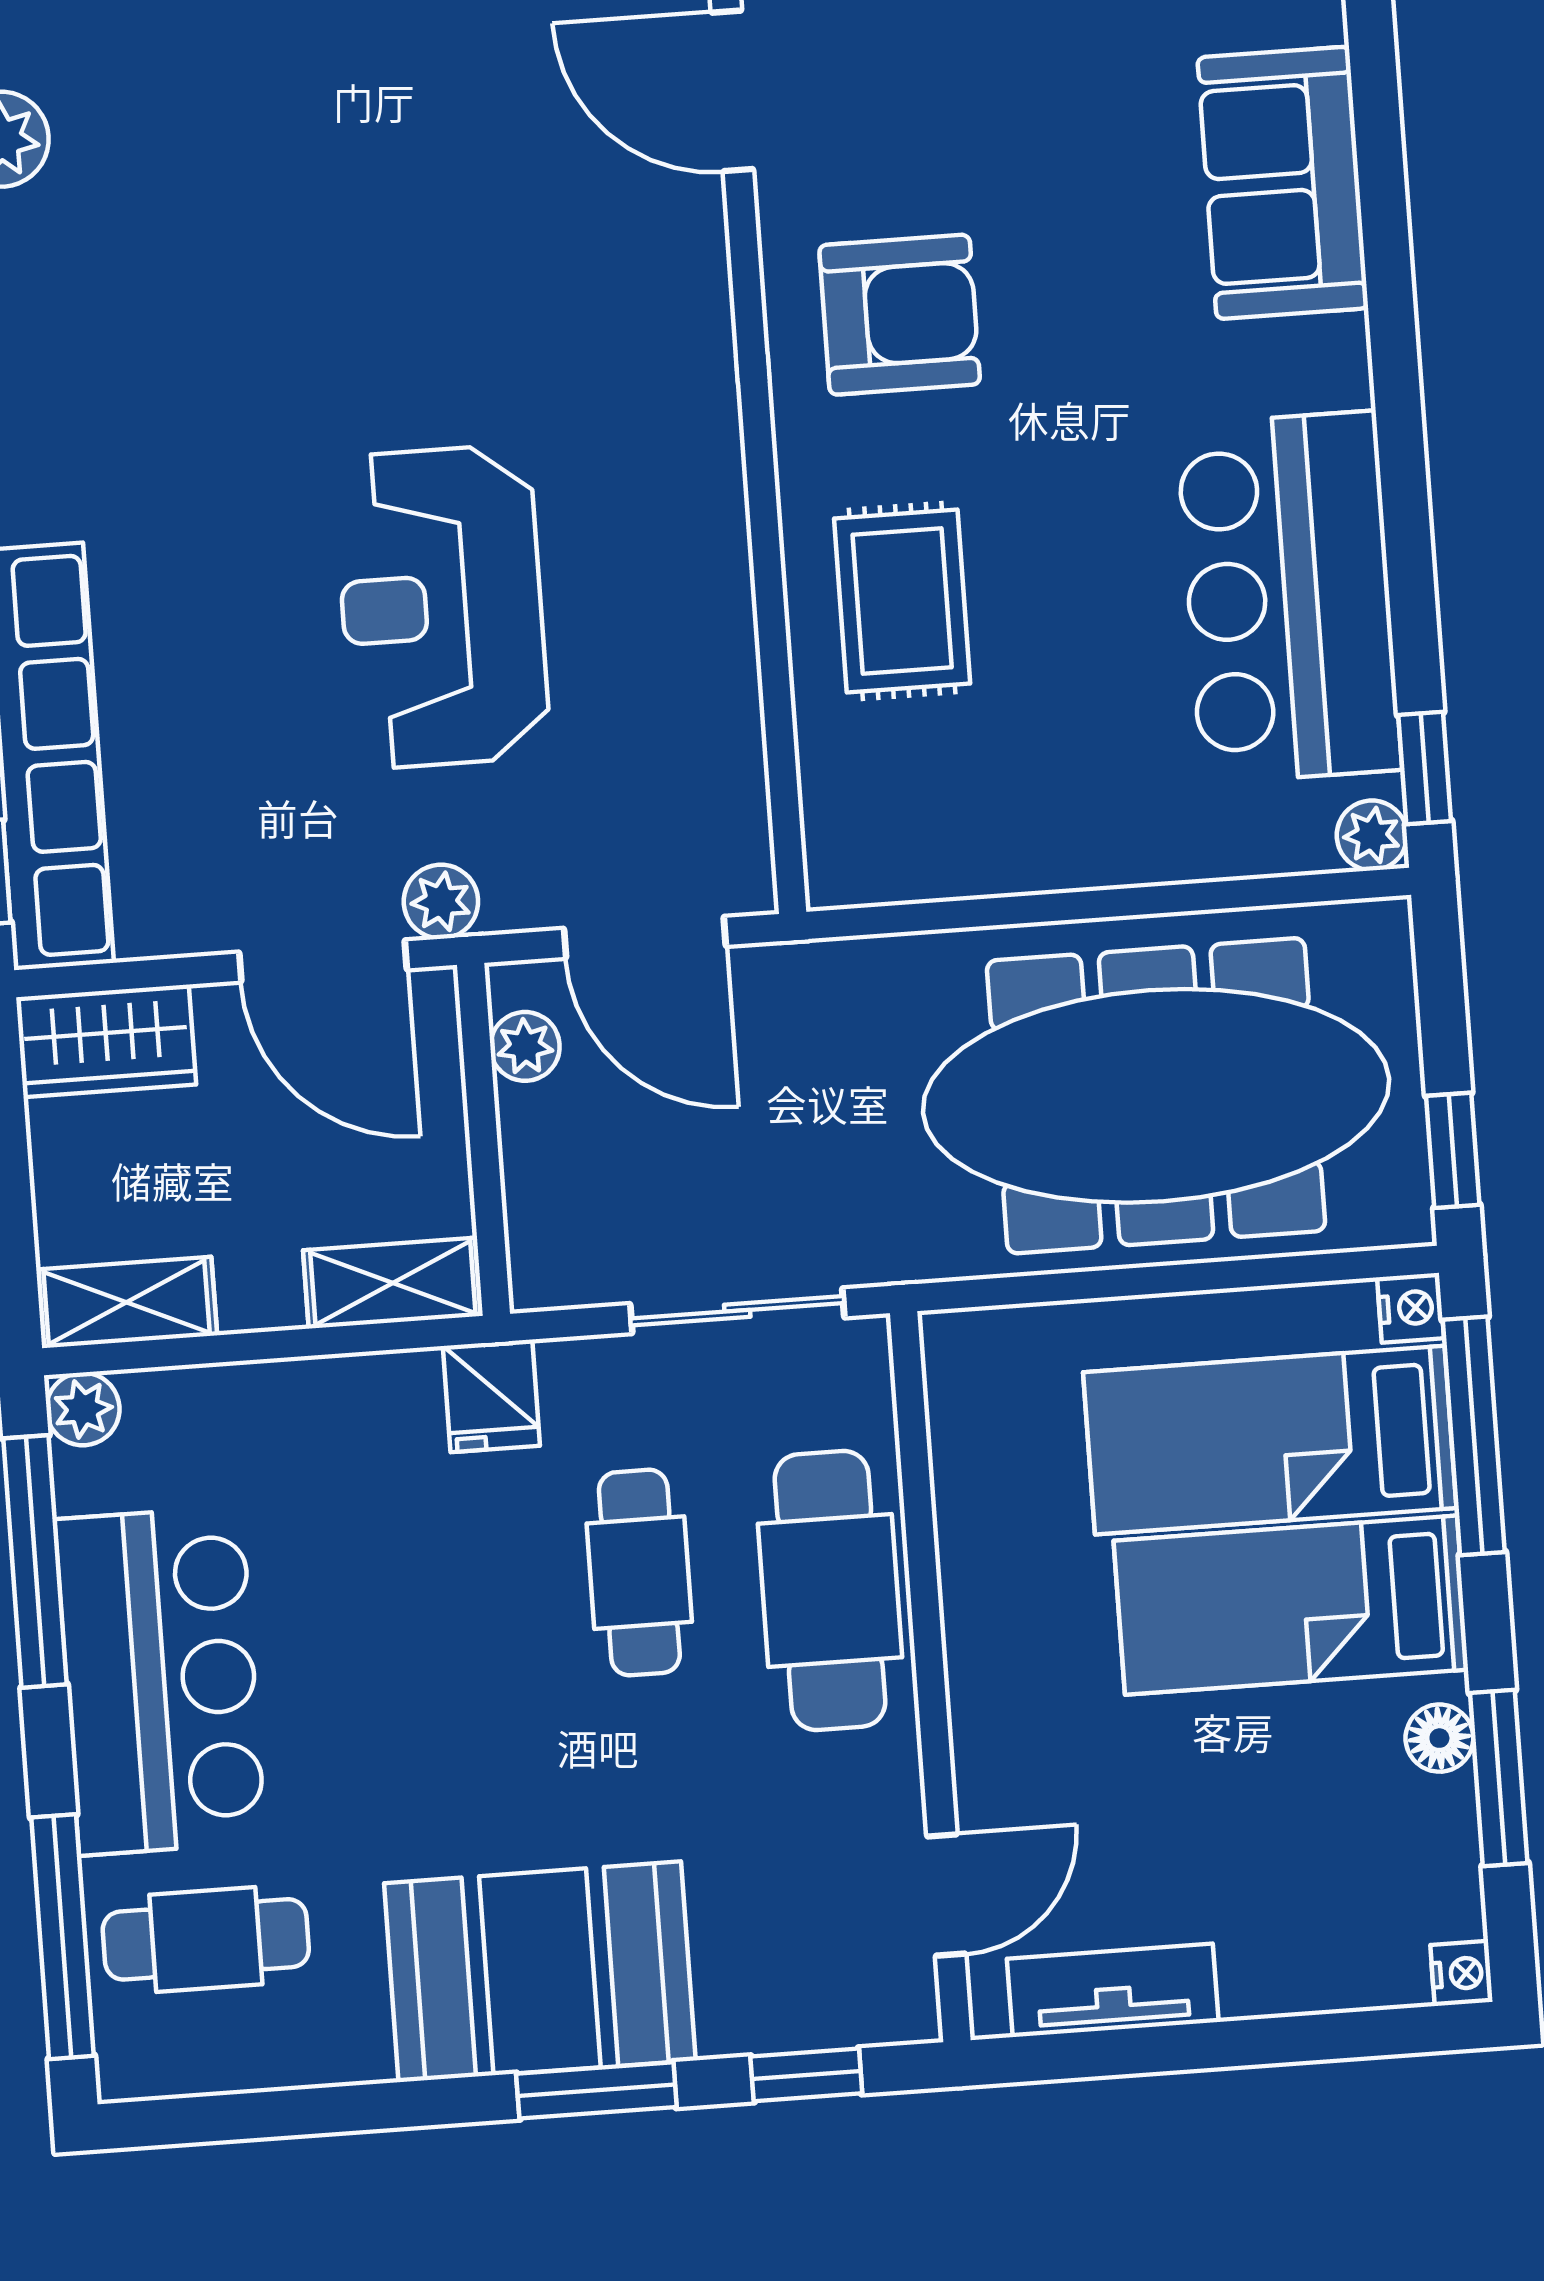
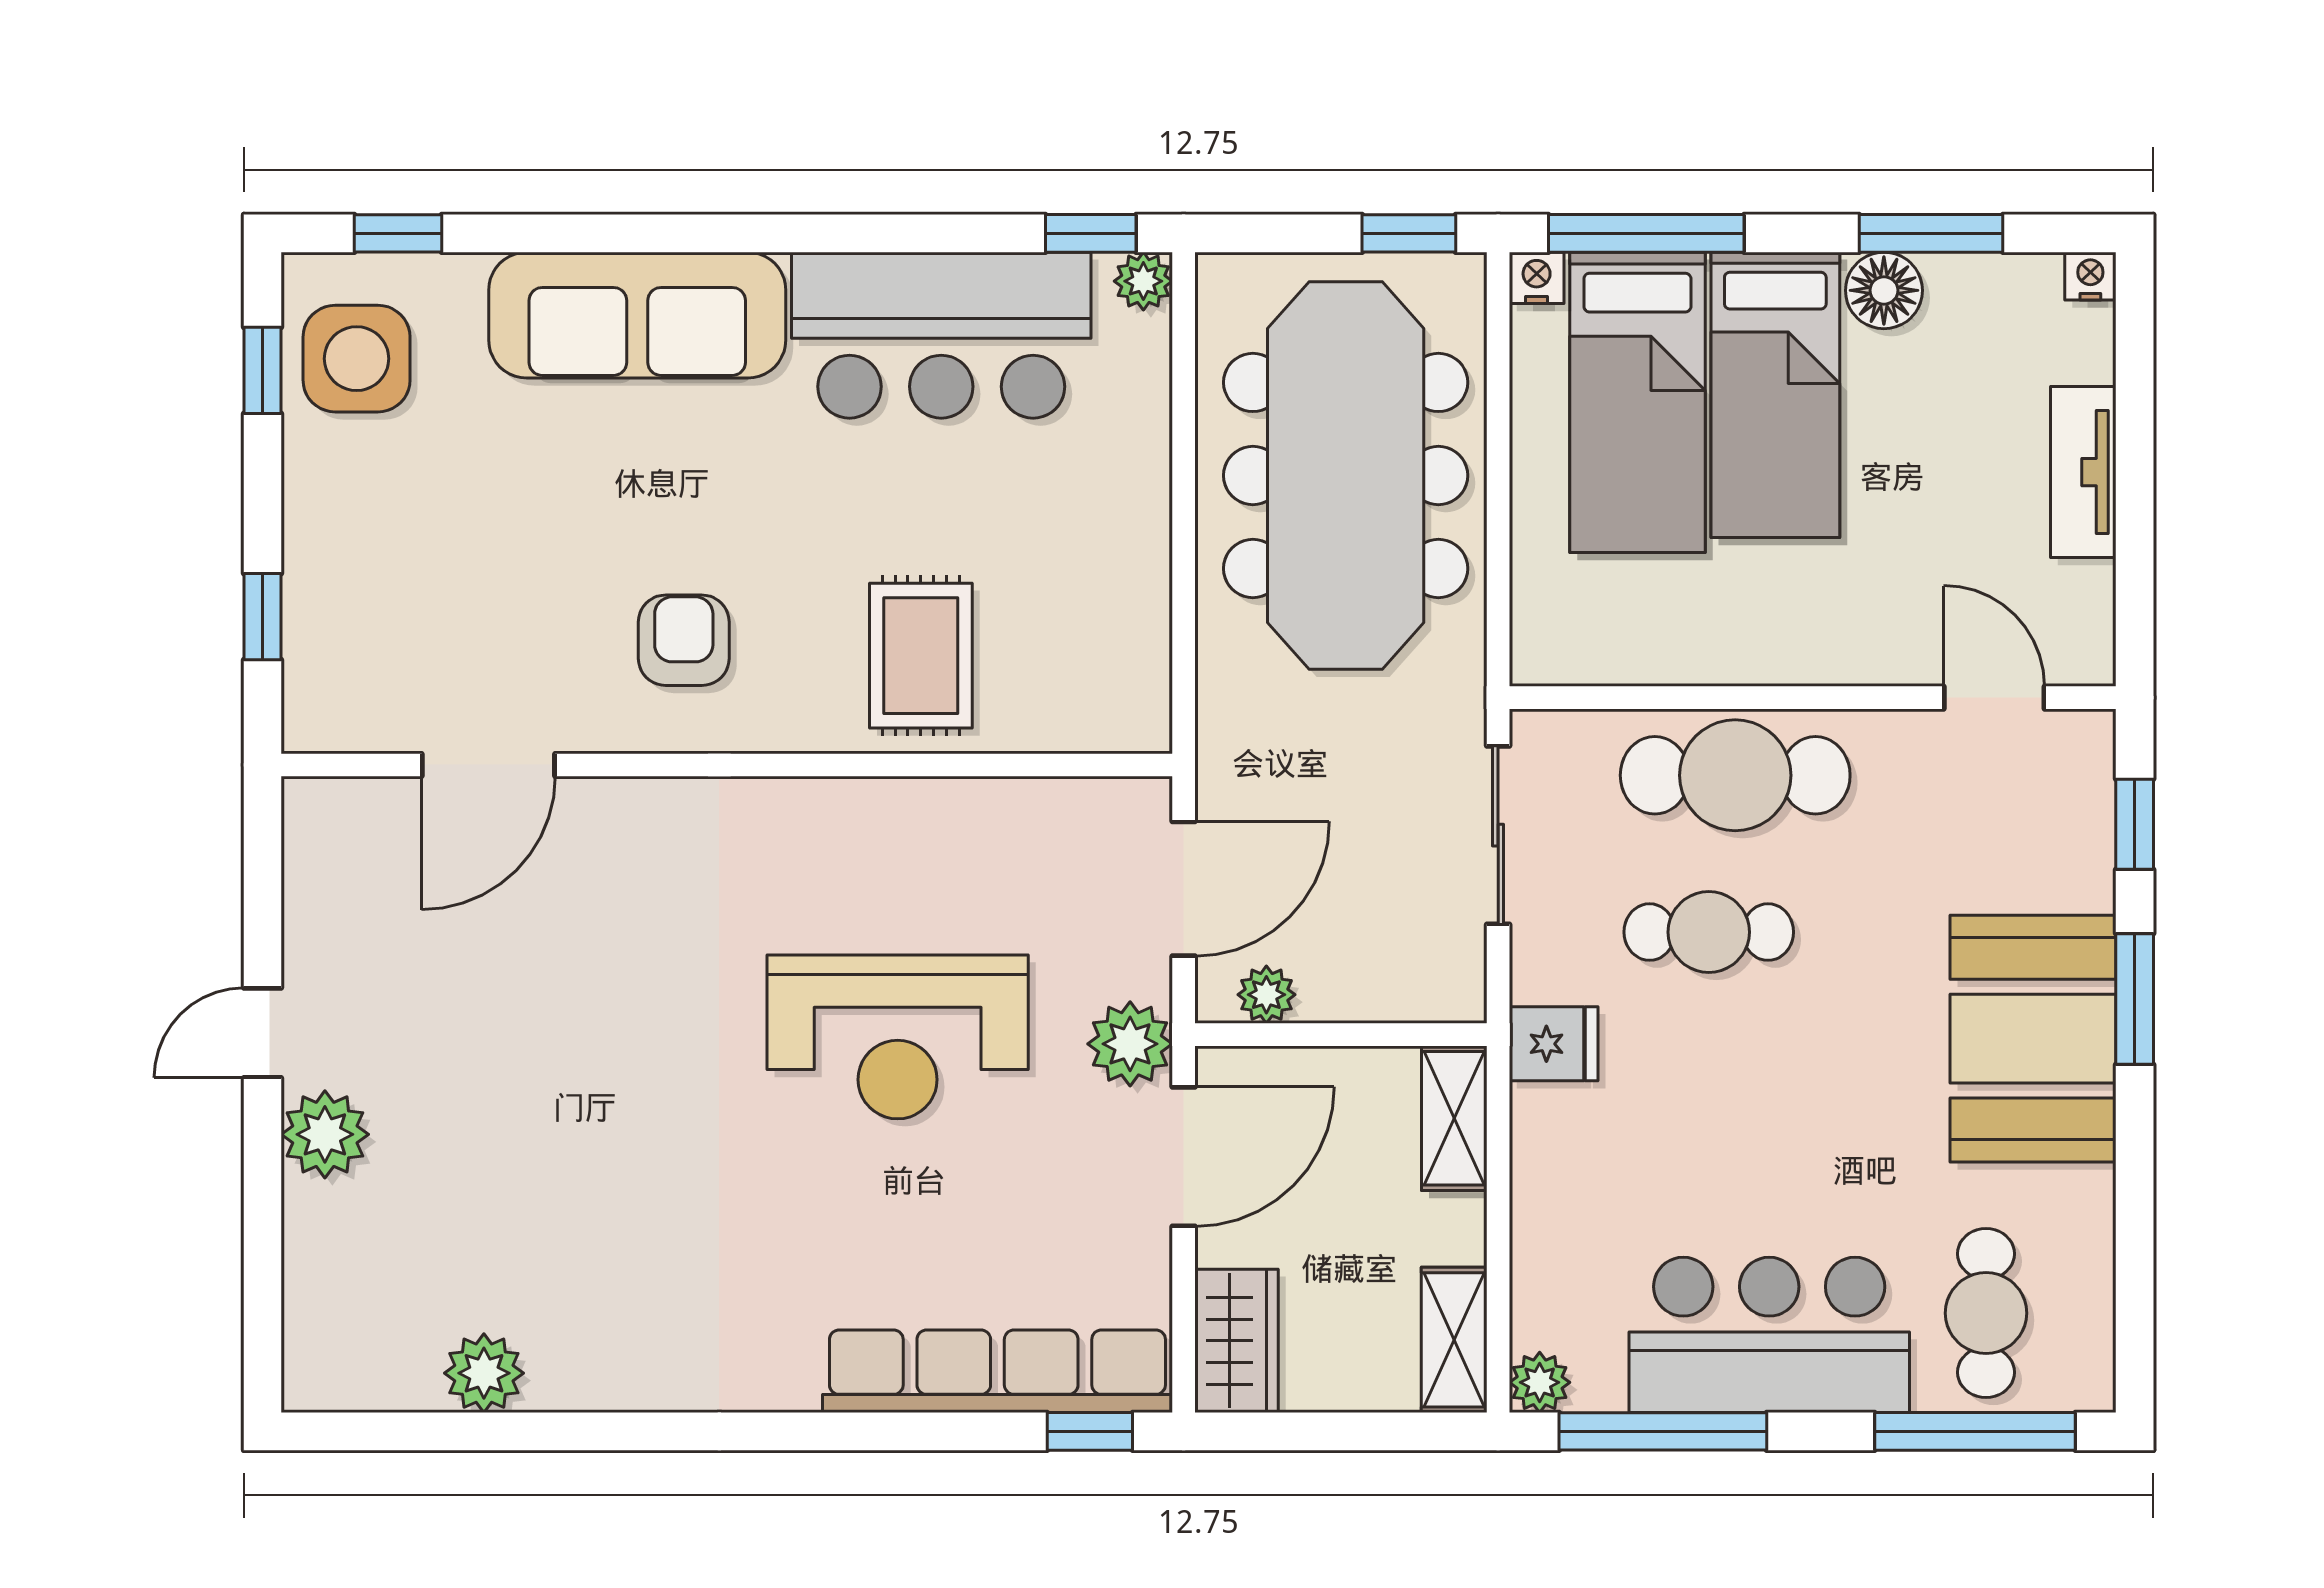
sofa: (1283, 183) -> (637, 315), width x1.36
armchair: (900, 315) -> (684, 640), width x0.72, depth x0.72
rug: (902, 601) -> (921, 656), turned 90
plant: (441, 902) -> (1130, 1044), width x1.38, depth x1.38
floor lamp: (1439, 1738) -> (1884, 290), width x1.37, depth x1.37
tv unit: (1113, 1990) -> (2083, 472), moved

